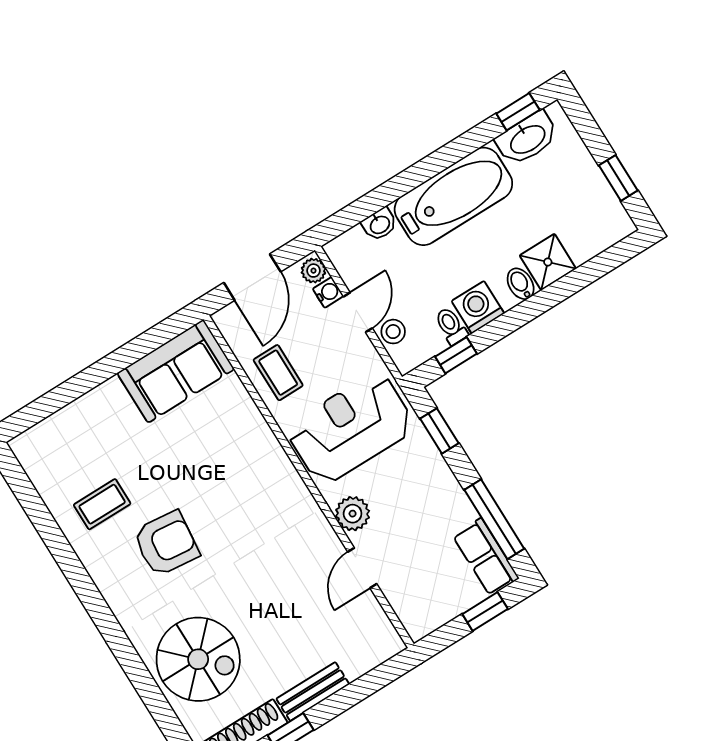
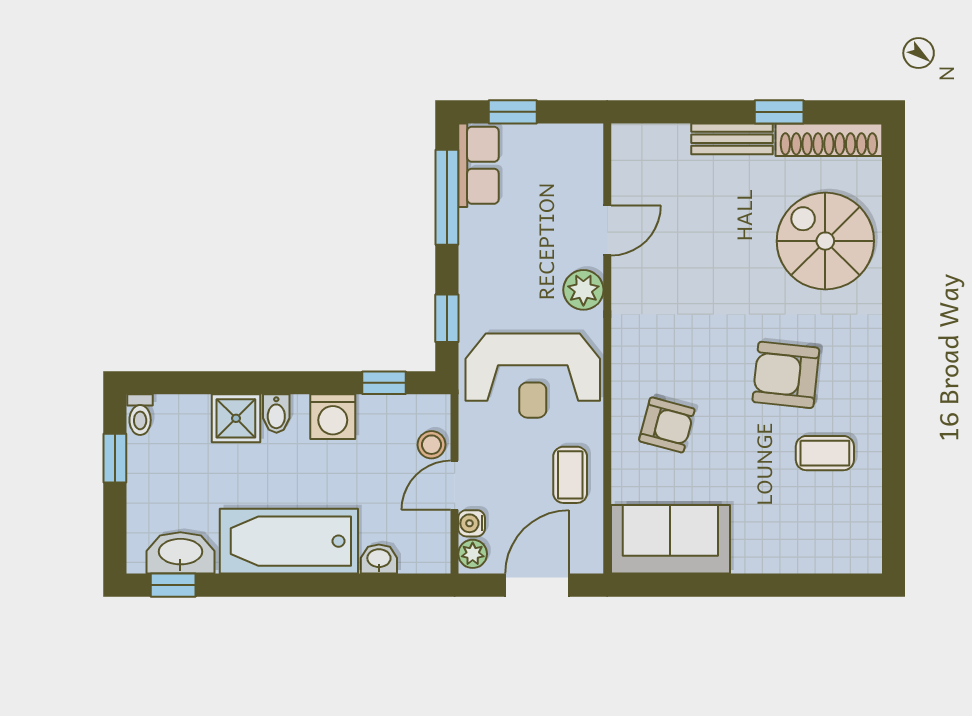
toilet: (451, 326) -> (140, 415), moved
armchair: (230, 453) -> (667, 425), added

